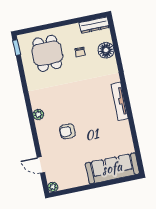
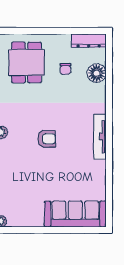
armchair: (67, 131) -> (47, 139), moved, turned 180

